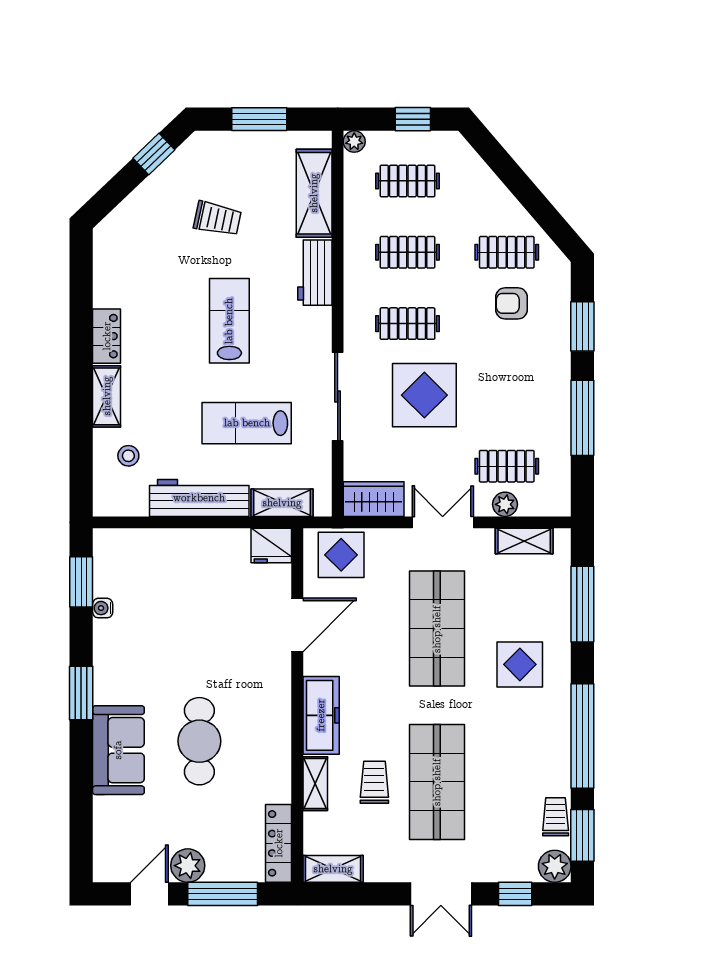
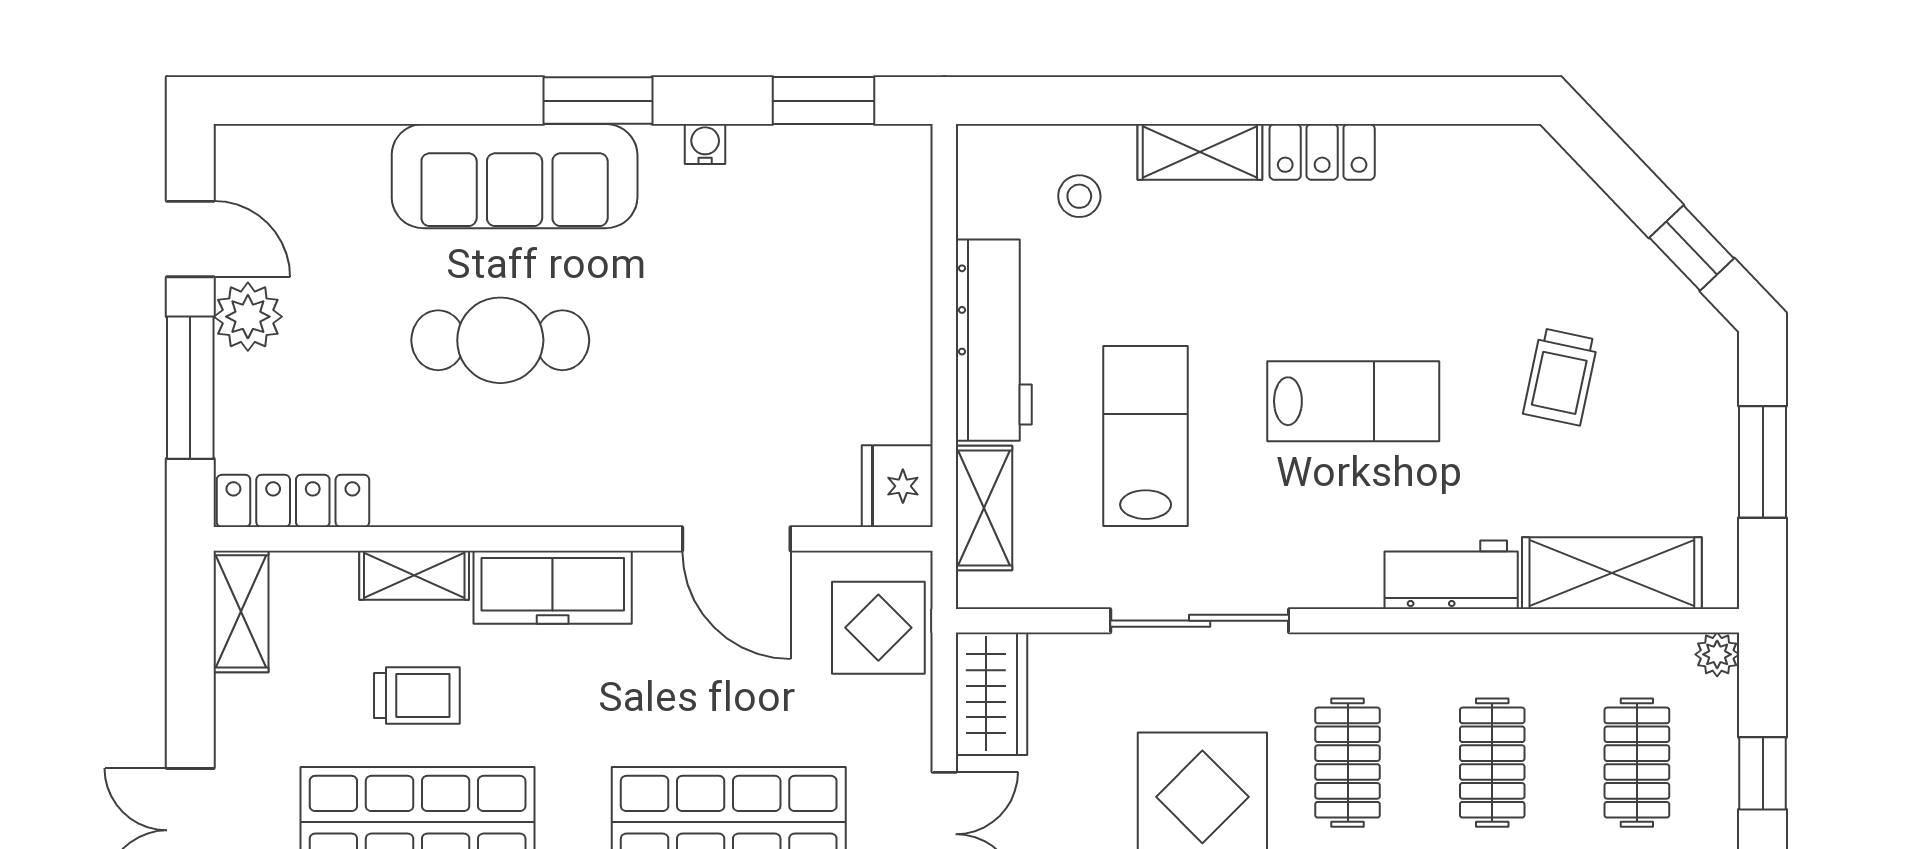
water cooler: (103, 608) -> (705, 144), moved
sofa: (118, 750) -> (515, 176), width x1.36

